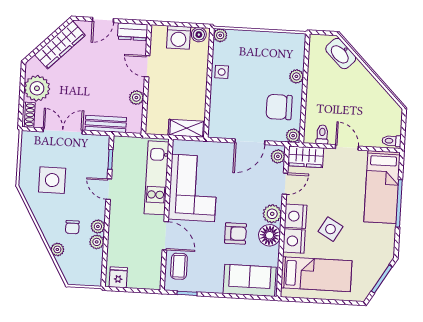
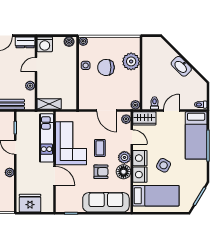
washing machine: (179, 37) -> (45, 44), moved
washbasin: (341, 54) -> (181, 66), moved
door: (147, 66) -> (36, 65), hinge flipped
plant: (296, 76) -> (131, 61), width x1.88, depth x1.88
chair: (279, 107) -> (106, 67), moved
shelving: (187, 128) -> (49, 104), moved
door: (250, 142) -> (107, 111), hinge flipped
door: (347, 147) -> (171, 111), hinge flipped
door: (285, 184) -> (132, 137), hinge flipped
plant: (97, 242) -> (9, 183), removed
coffee table: (179, 266) -> (100, 148), moved
fridge: (118, 277) -> (30, 203), width x1.88, depth x1.34
sofa: (250, 280) -> (106, 202), width x1.36

